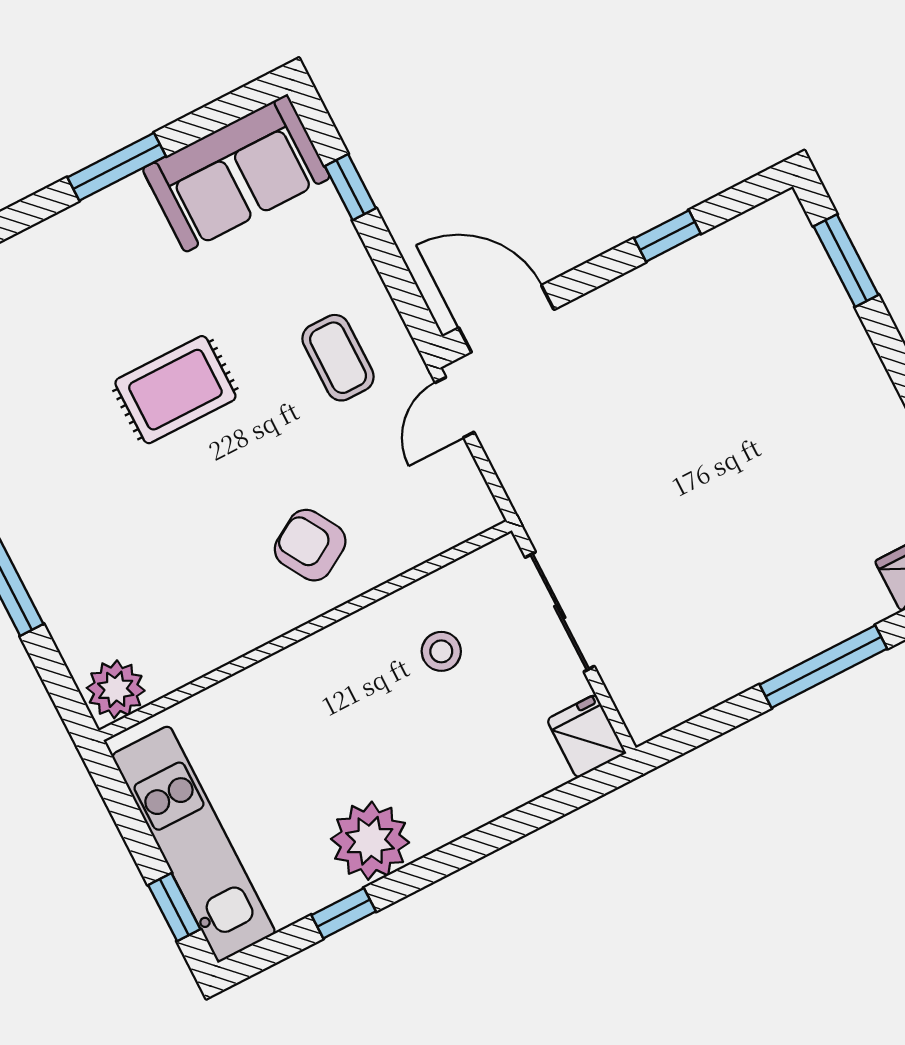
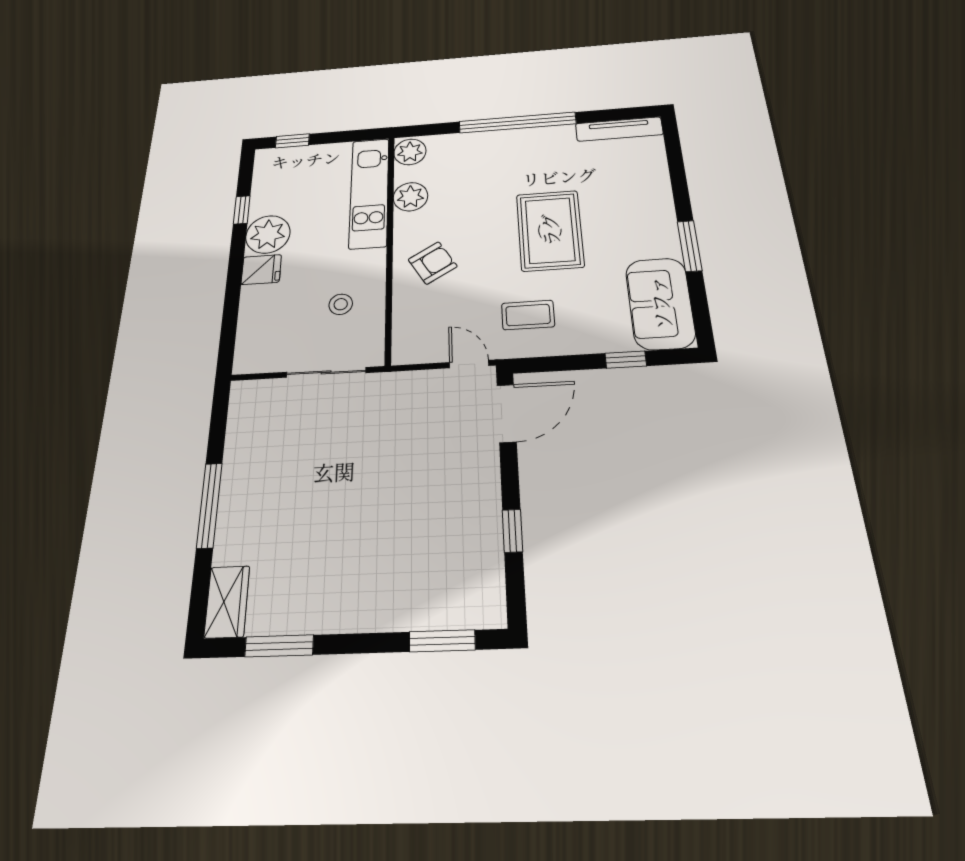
rug: (175, 390) -> (550, 230), width x1.36, depth x1.43
plant: (203, 643) -> (410, 197), added
fridge: (586, 736) -> (261, 270), moved
kitchen unit: (194, 844) -> (369, 193), moved, turned 90

